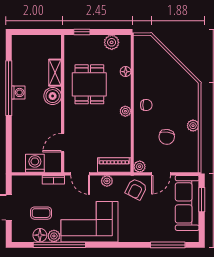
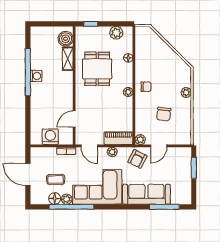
boiler: (53, 96) -> (66, 39), moved
plant: (193, 126) -> (186, 92), moved
sofa: (187, 203) -> (146, 194), moved, turned 90

